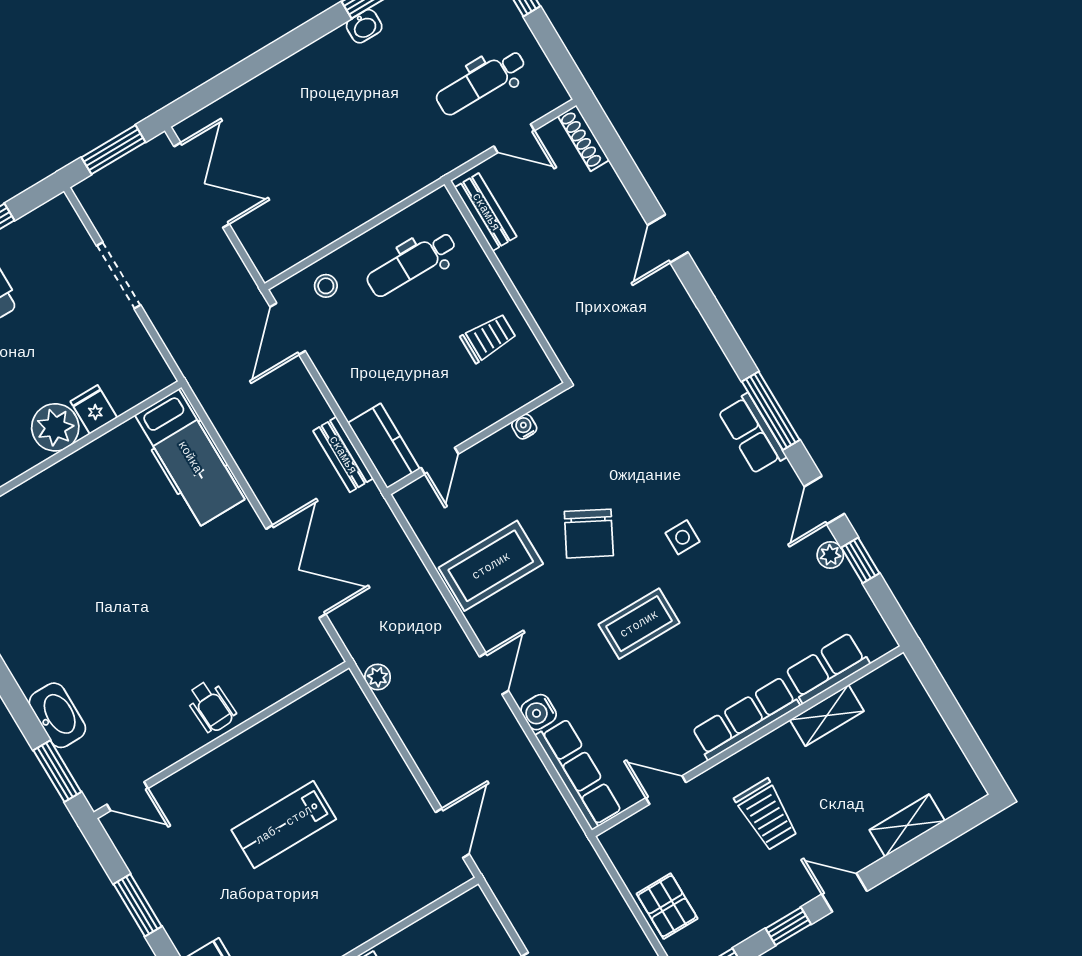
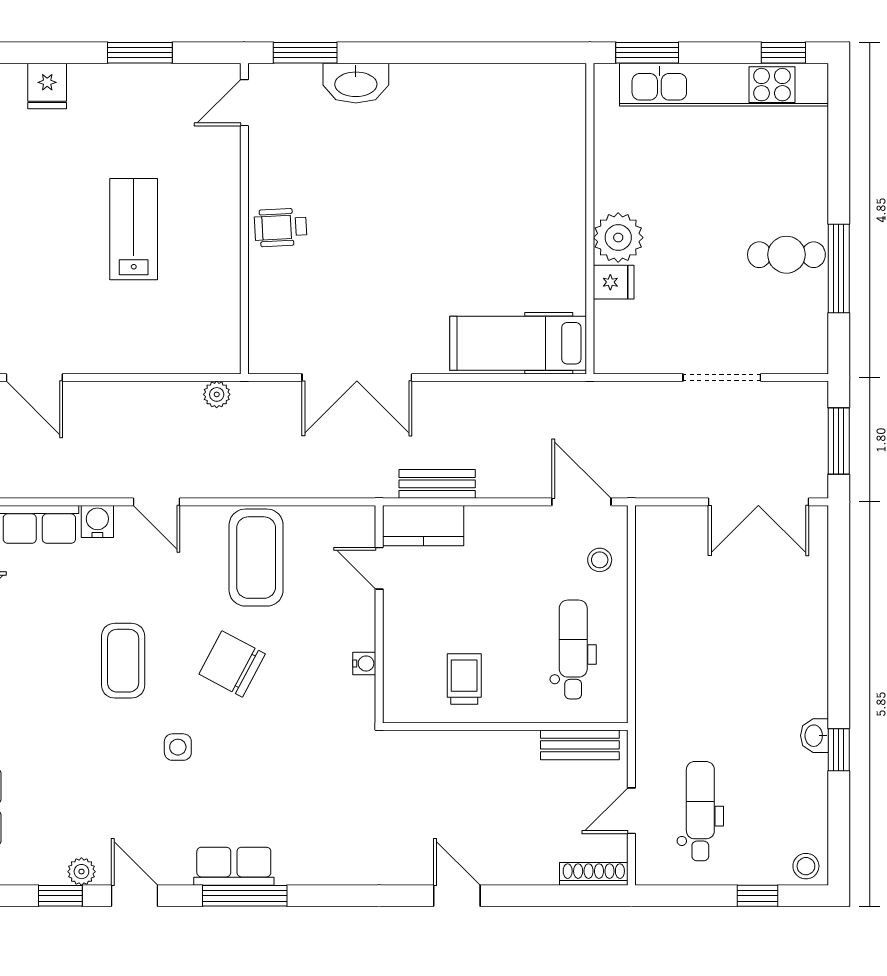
trolley: (488, 338) -> (464, 679), turned 180

